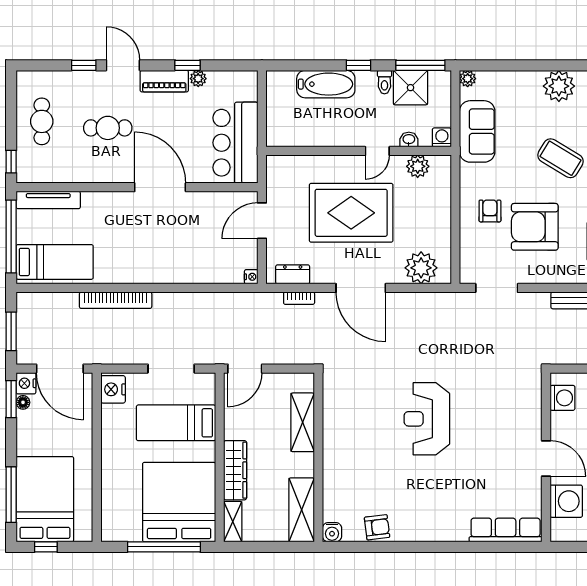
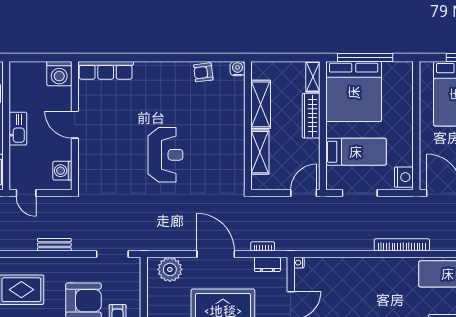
washing machine: (566, 501) -> (59, 74), moved, turned -90
shelving: (302, 510) -> (261, 104), moved

